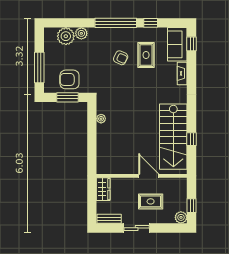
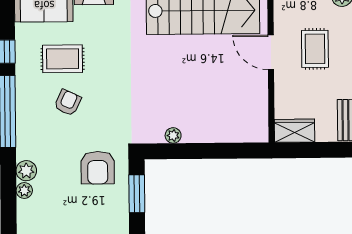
plant: (66, 36) -> (24, 191), width x0.53, depth x0.53
armchair: (69, 79) -> (98, 168), moved
door: (149, 176) -> (271, 52), hinge flipped

